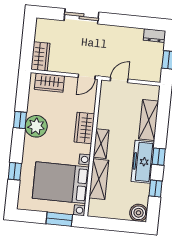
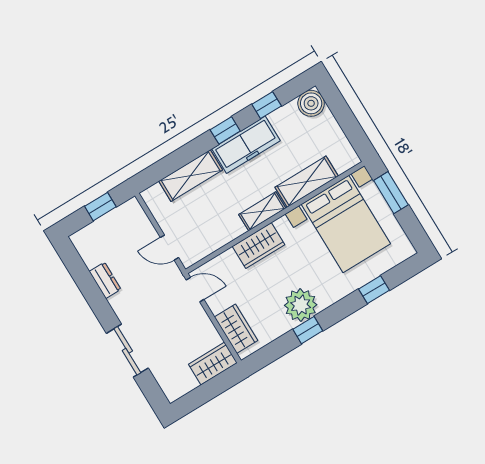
dresser: (155, 36) -> (105, 280), moved

